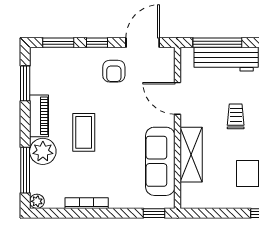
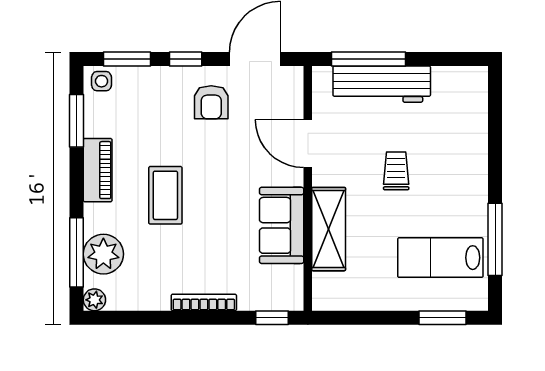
side table: (42, 57) -> (102, 81), added
plant: (43, 151) -> (103, 254), moved
sofa: (160, 161) -> (282, 225), width x0.73
bookcase: (87, 203) -> (204, 302), moved

